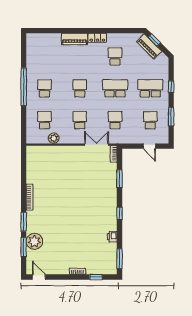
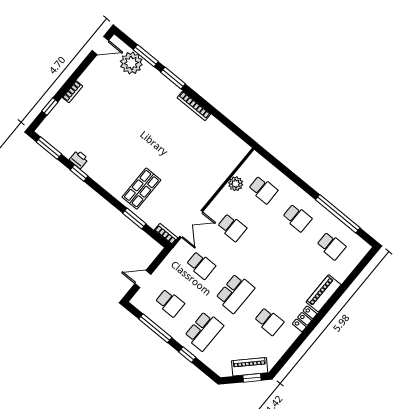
window: (24, 87) -> (338, 214), moved
school desk: (80, 88) -> (331, 246), moved
window: (171, 117) -> (155, 328), width x1.44
shop shelf: (100, 188) -> (141, 189), added
window: (120, 213) -> (79, 173), moved
plant: (34, 241) -> (131, 63), moved

